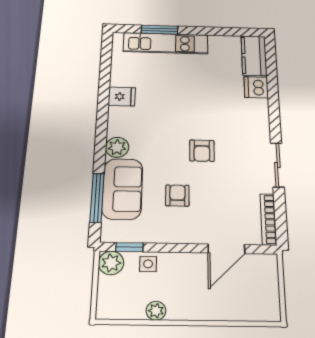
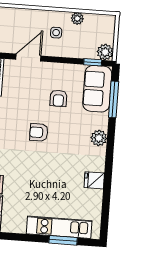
armchair: (202, 151) -> (39, 132), turned -90
sofa: (122, 189) -> (97, 89), moved
side table: (148, 264) -> (56, 33), moved

